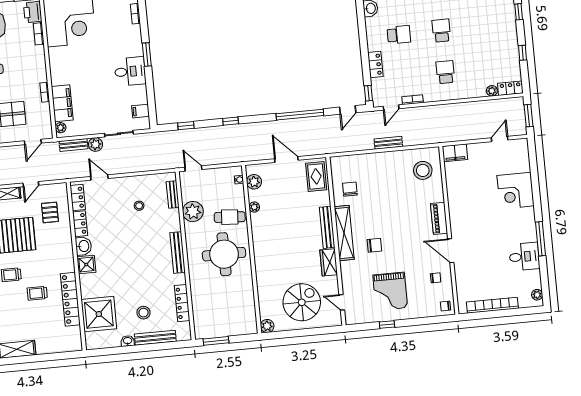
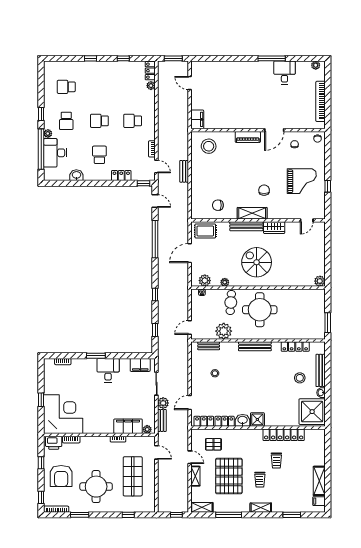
filing cabinet: (140, 111) -> (140, 365), width x2.00
corner desk: (515, 191) -> (232, 74), removed
shelving: (344, 233) -> (252, 213), width x0.68
spiral stairs: (302, 302) -> (257, 262), moved
shower: (99, 314) -> (312, 412), moved

